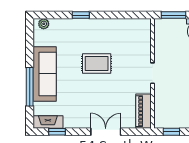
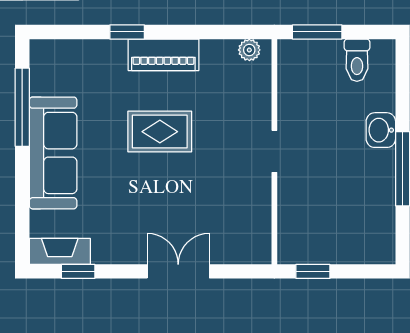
plant: (44, 24) -> (249, 50), moved
window: (30, 87) -> (22, 107), moved
piano: (144, 111) -> (163, 55), moved, turned -90

